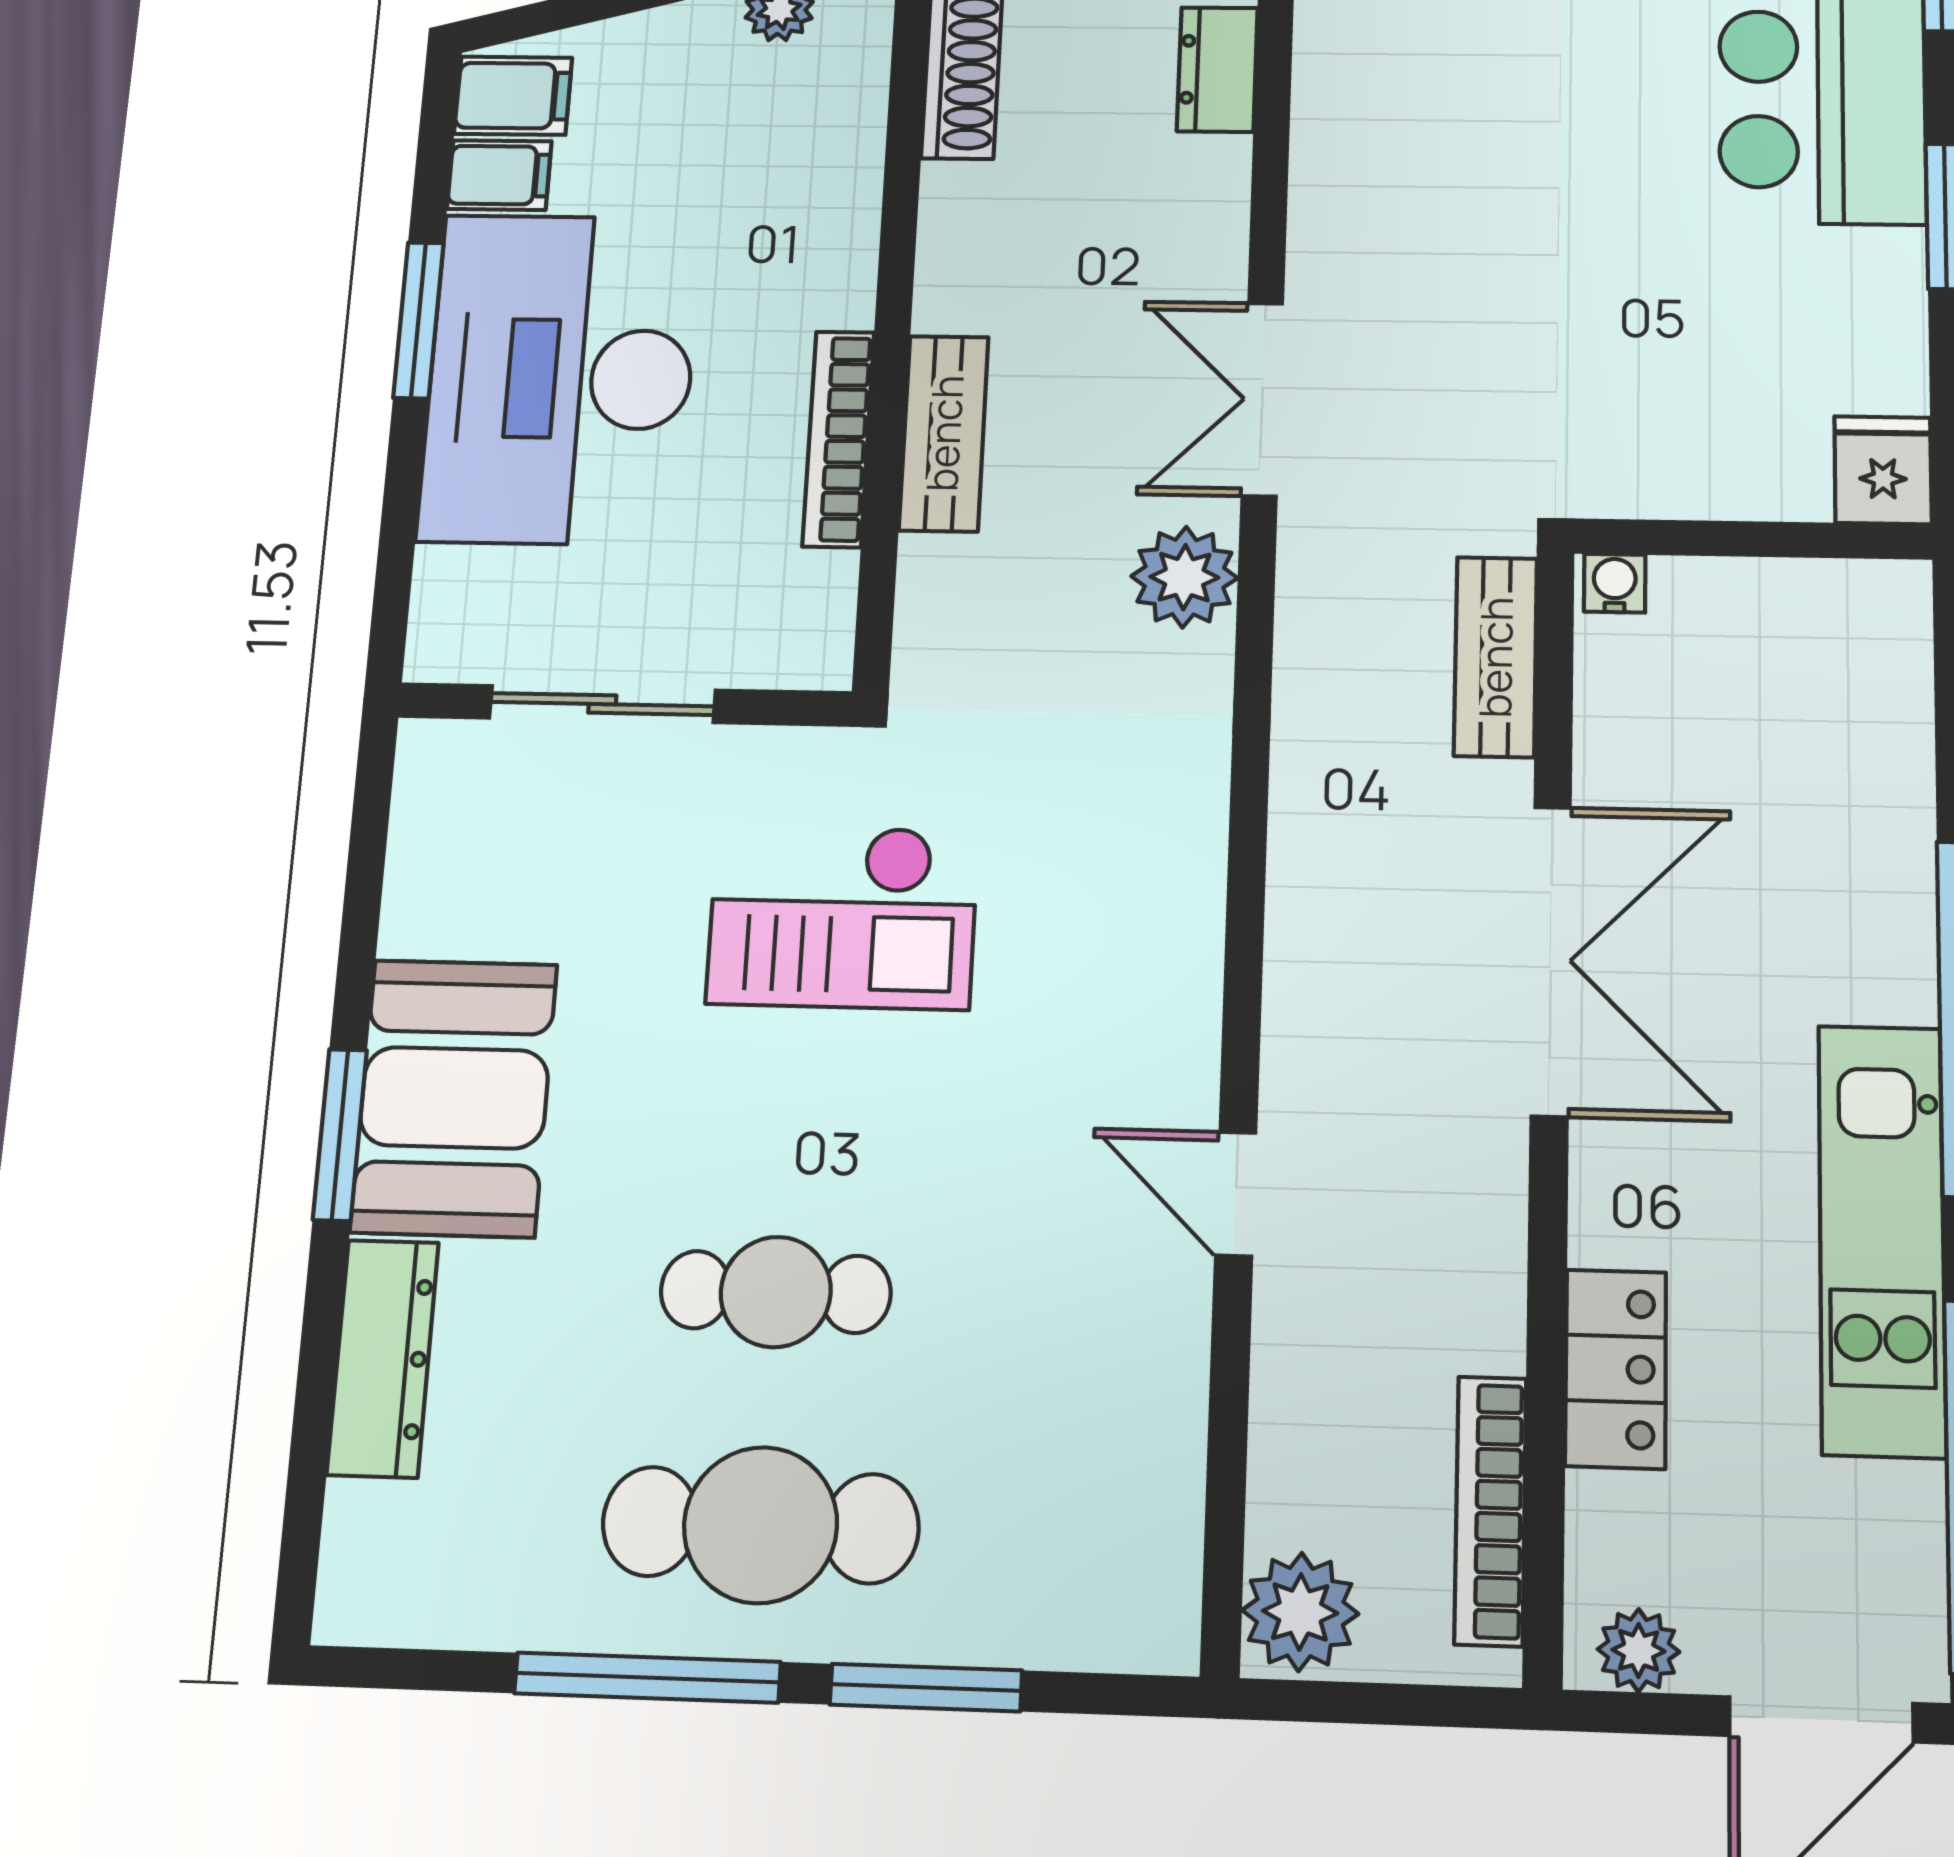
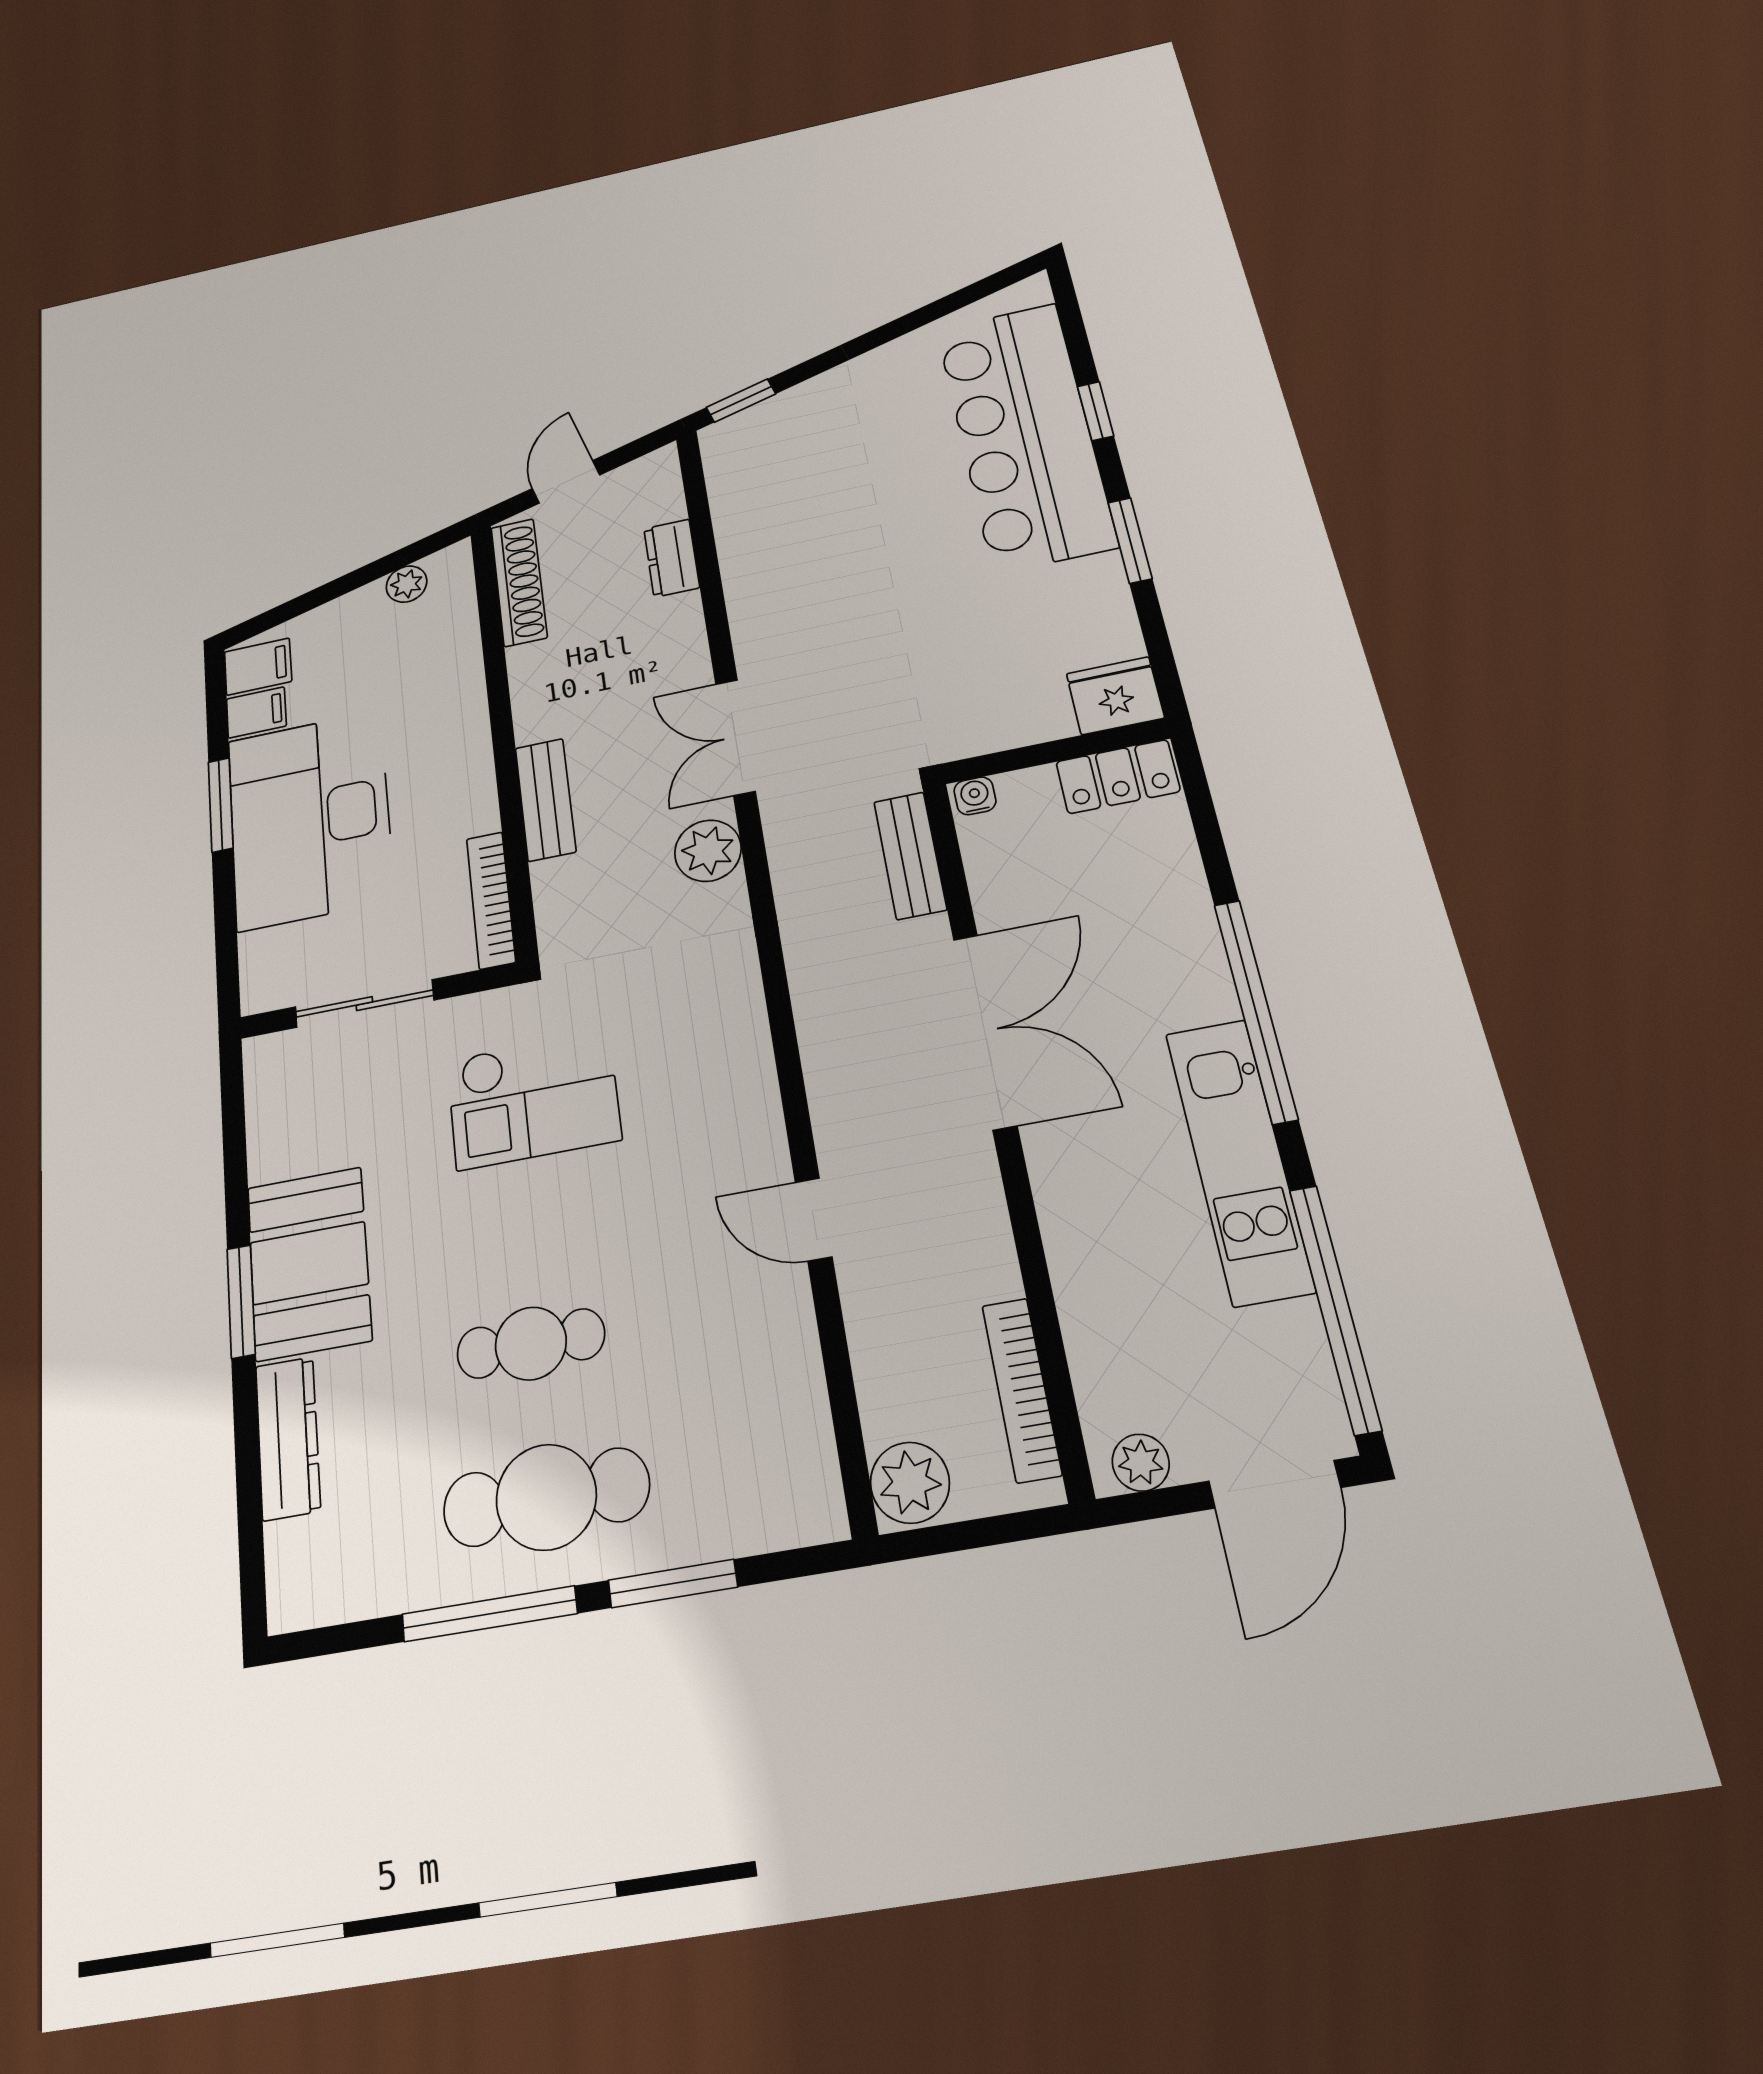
bookcase: (838, 439) -> (491, 900), moved
fridge: (1883, 470) -> (1115, 696), width x1.38
locker: (1616, 1369) -> (1118, 777), moved, turned 90

